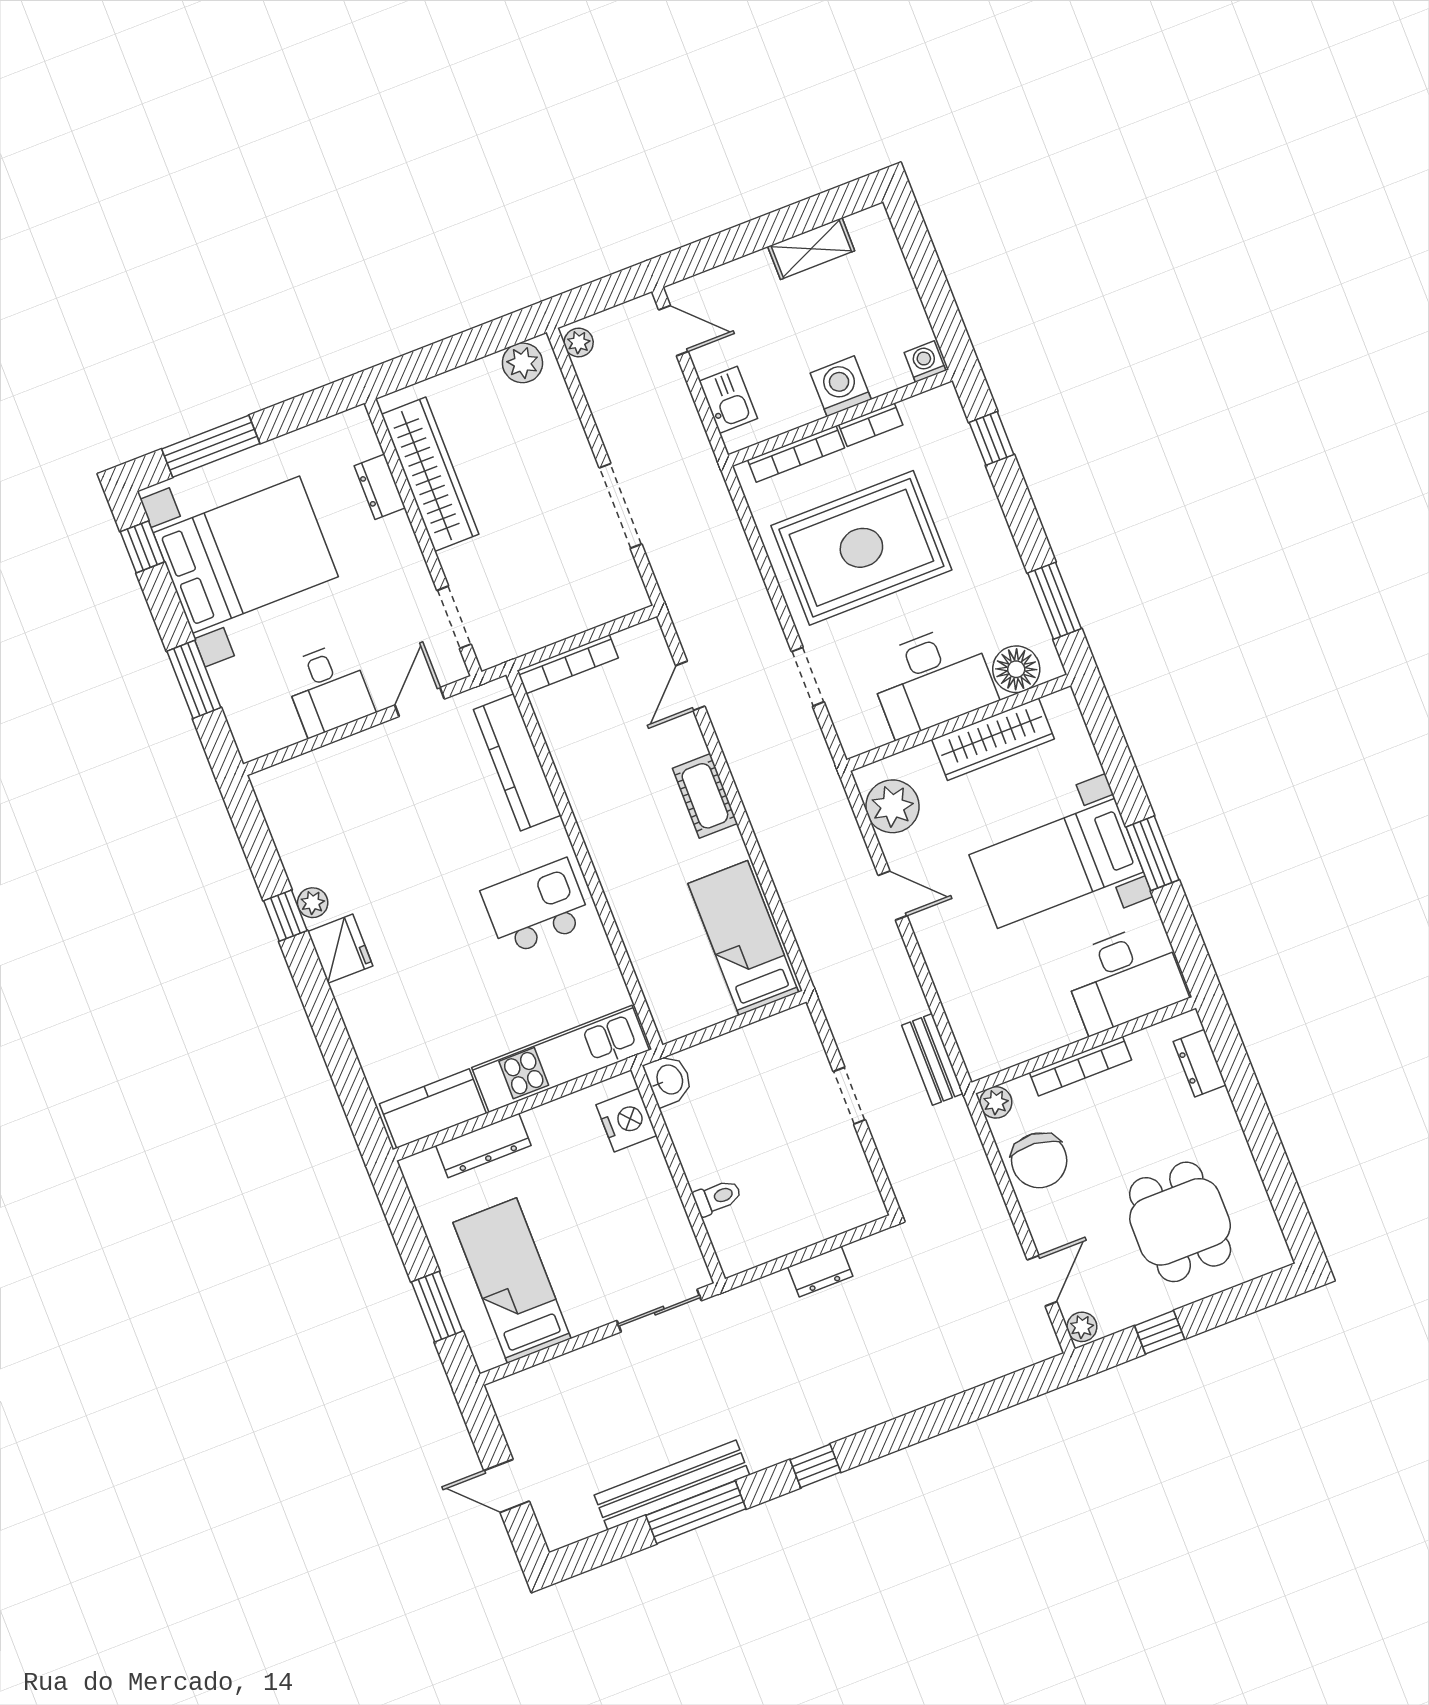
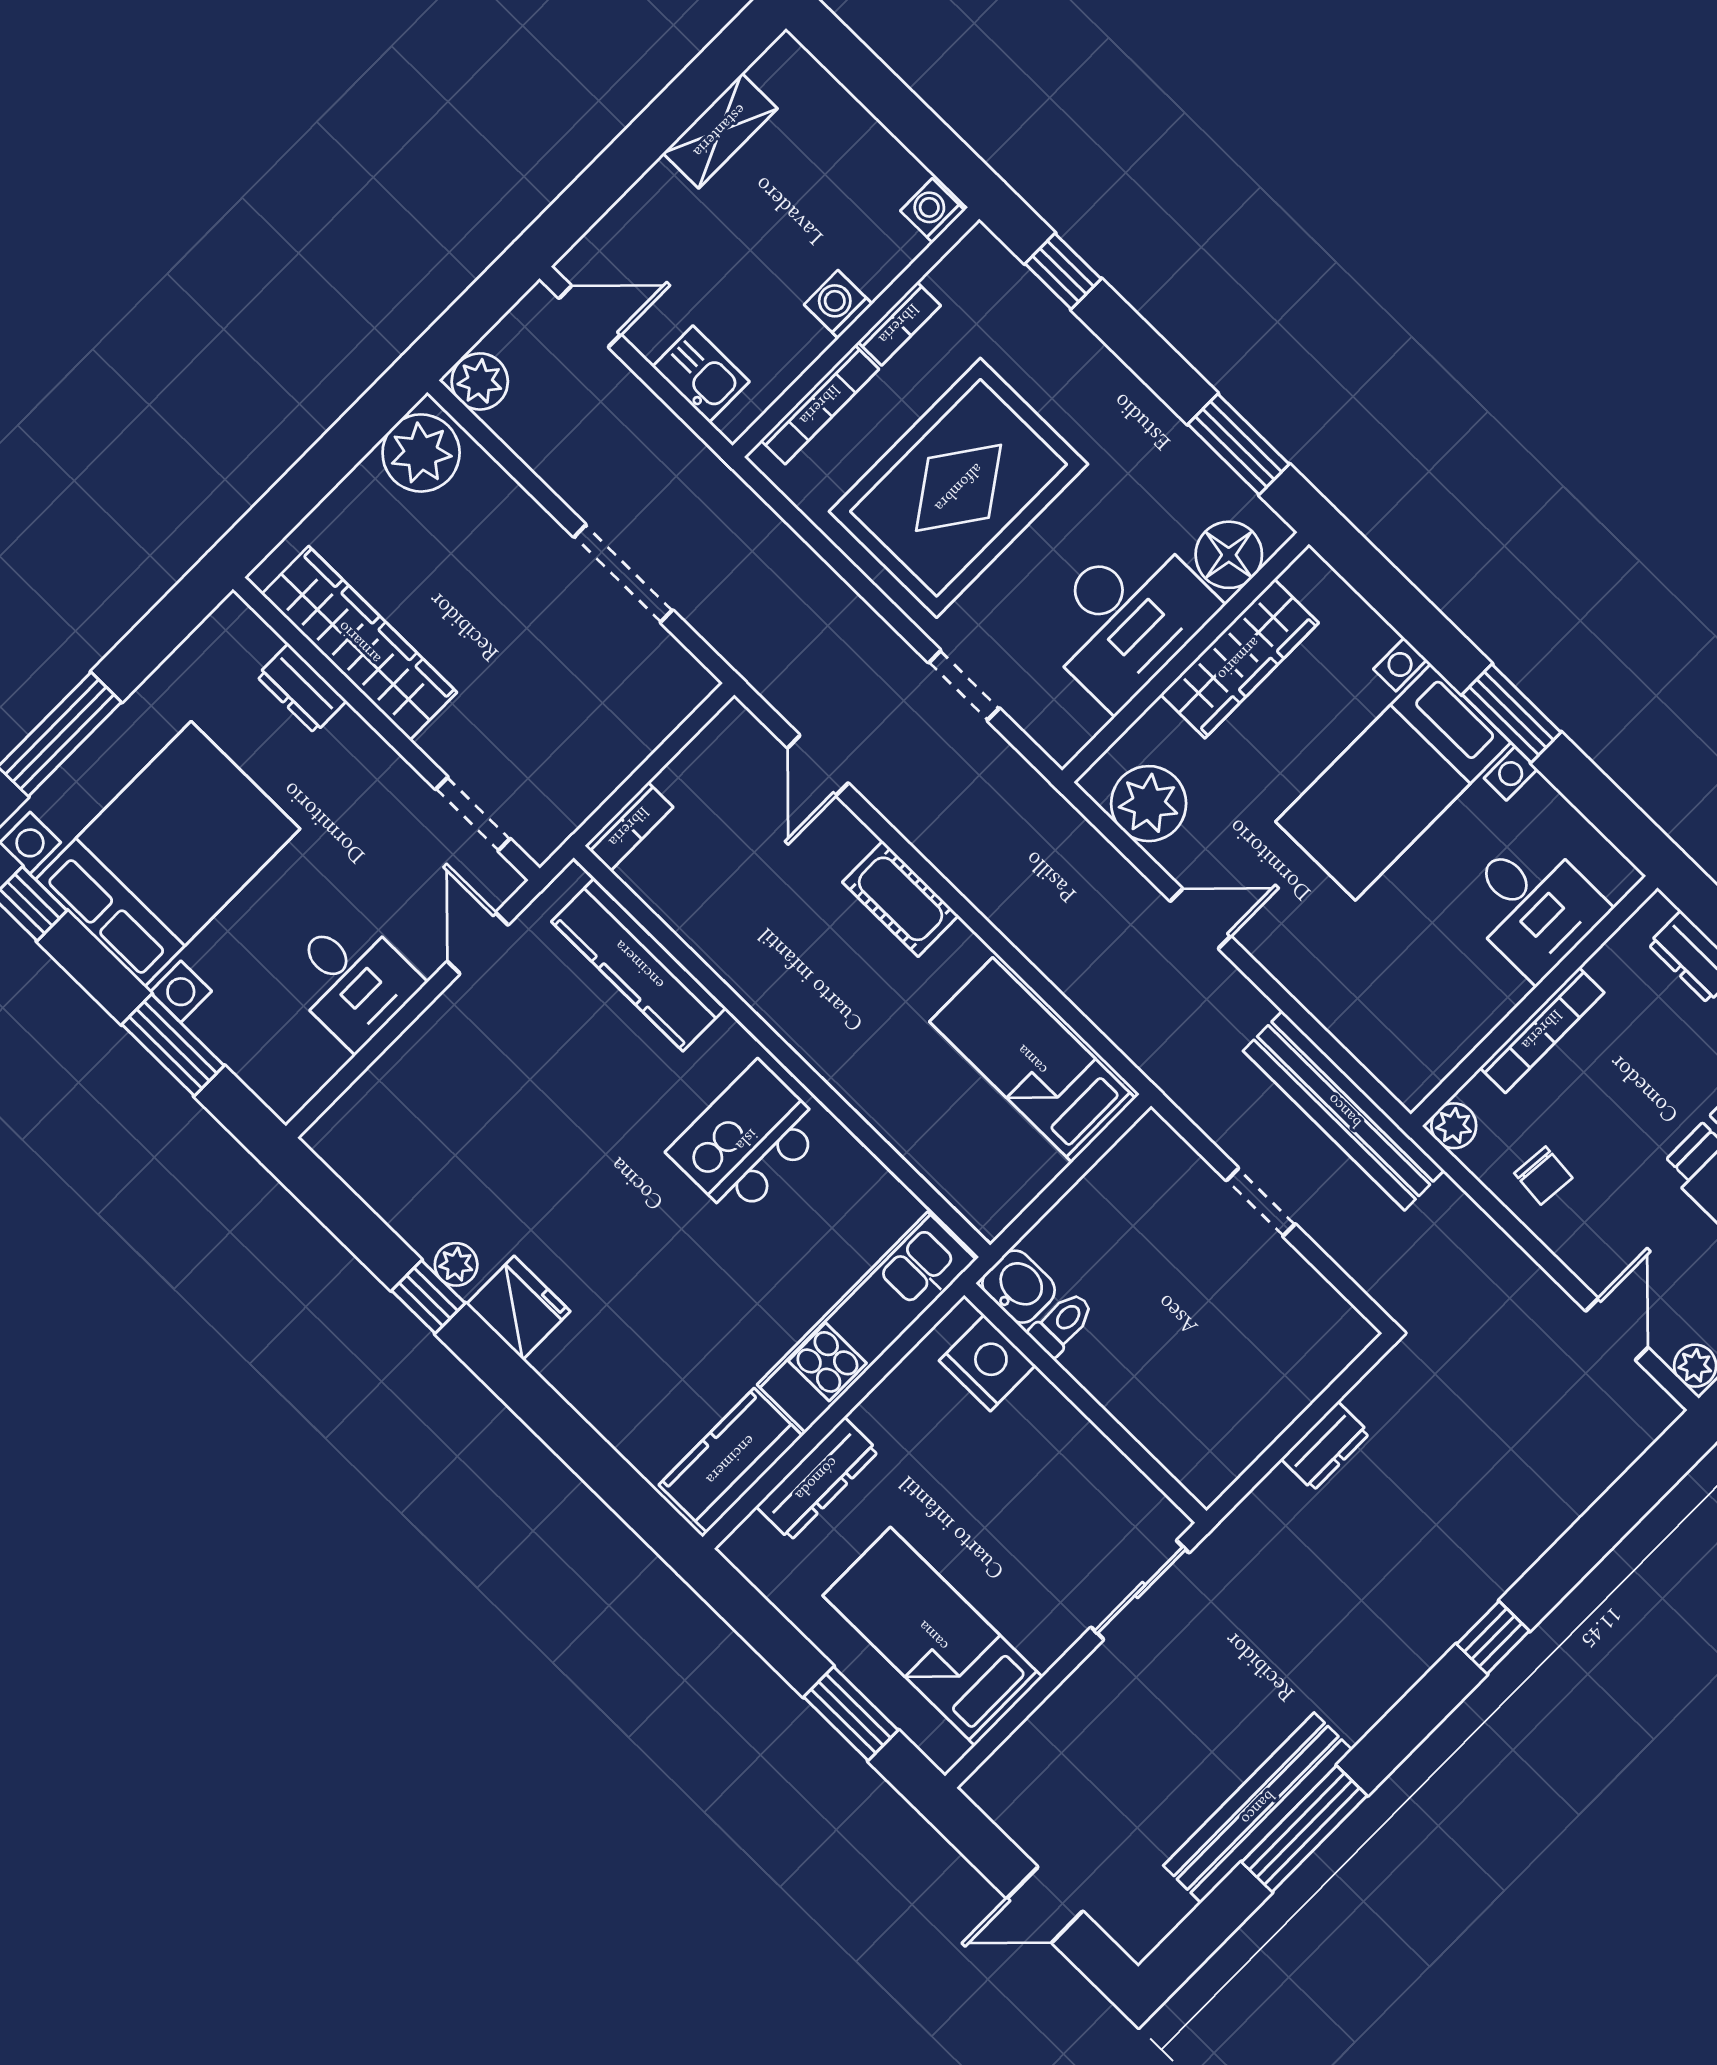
plant: (579, 342) -> (480, 381), width x1.38, depth x1.38
plant: (522, 363) -> (421, 453), width x1.36, depth x1.36
washing machine: (841, 386) -> (838, 304), width x0.73, depth x0.73
bookcase: (568, 664) -> (629, 827), width x0.64
desk: (1124, 978) -> (1533, 906), width x0.73
bench: (932, 1059) -> (1344, 1111), width x1.86, depth x1.21
chair: (1039, 1160) -> (1543, 1176), width x0.54, depth x0.54
toilet: (717, 1197) -> (1062, 1324), moved
window: (815, 1466) -> (1493, 1637), moved

